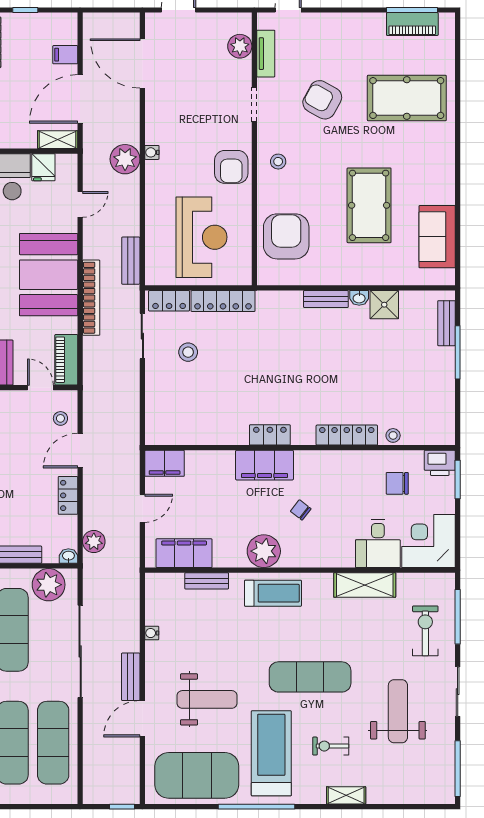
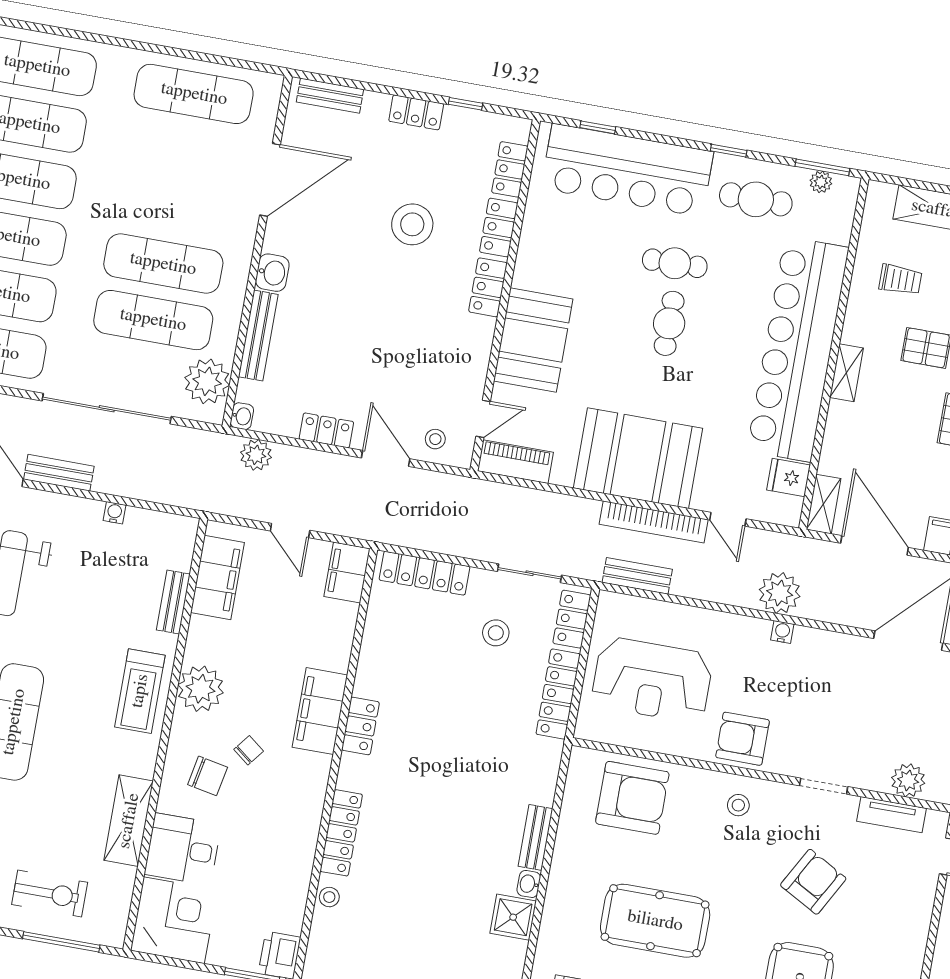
bookcase: (91, 298) -> (654, 522), moved
locker: (155, 409) -> (424, 573), added
chair: (397, 483) -> (208, 776), moved, turned 101

